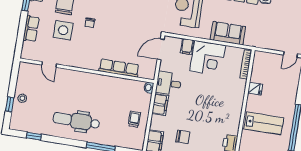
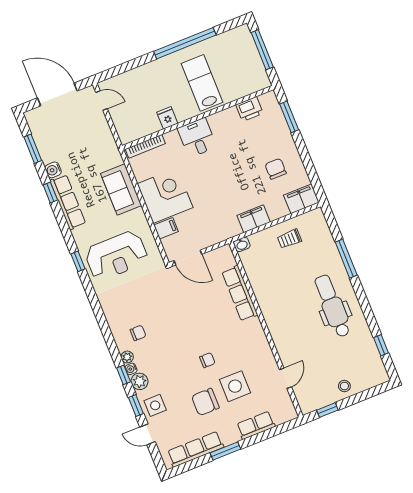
desk: (169, 83) -> (197, 138), moved, turned 180
window: (10, 104) -> (327, 410), moved
dental chair: (76, 121) -> (333, 306), turned 180

